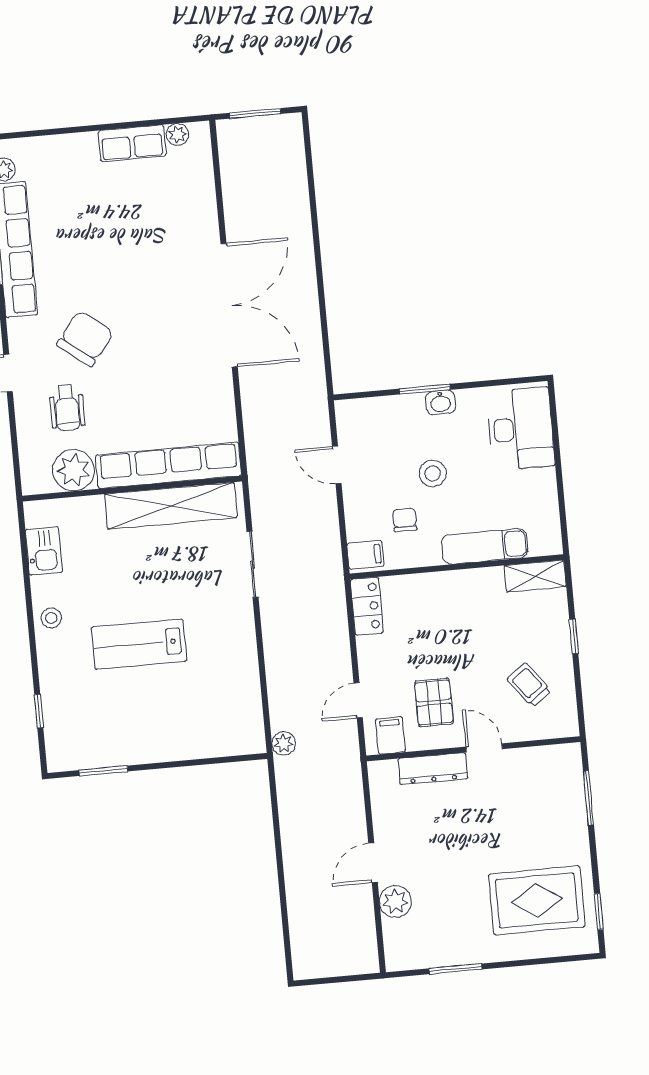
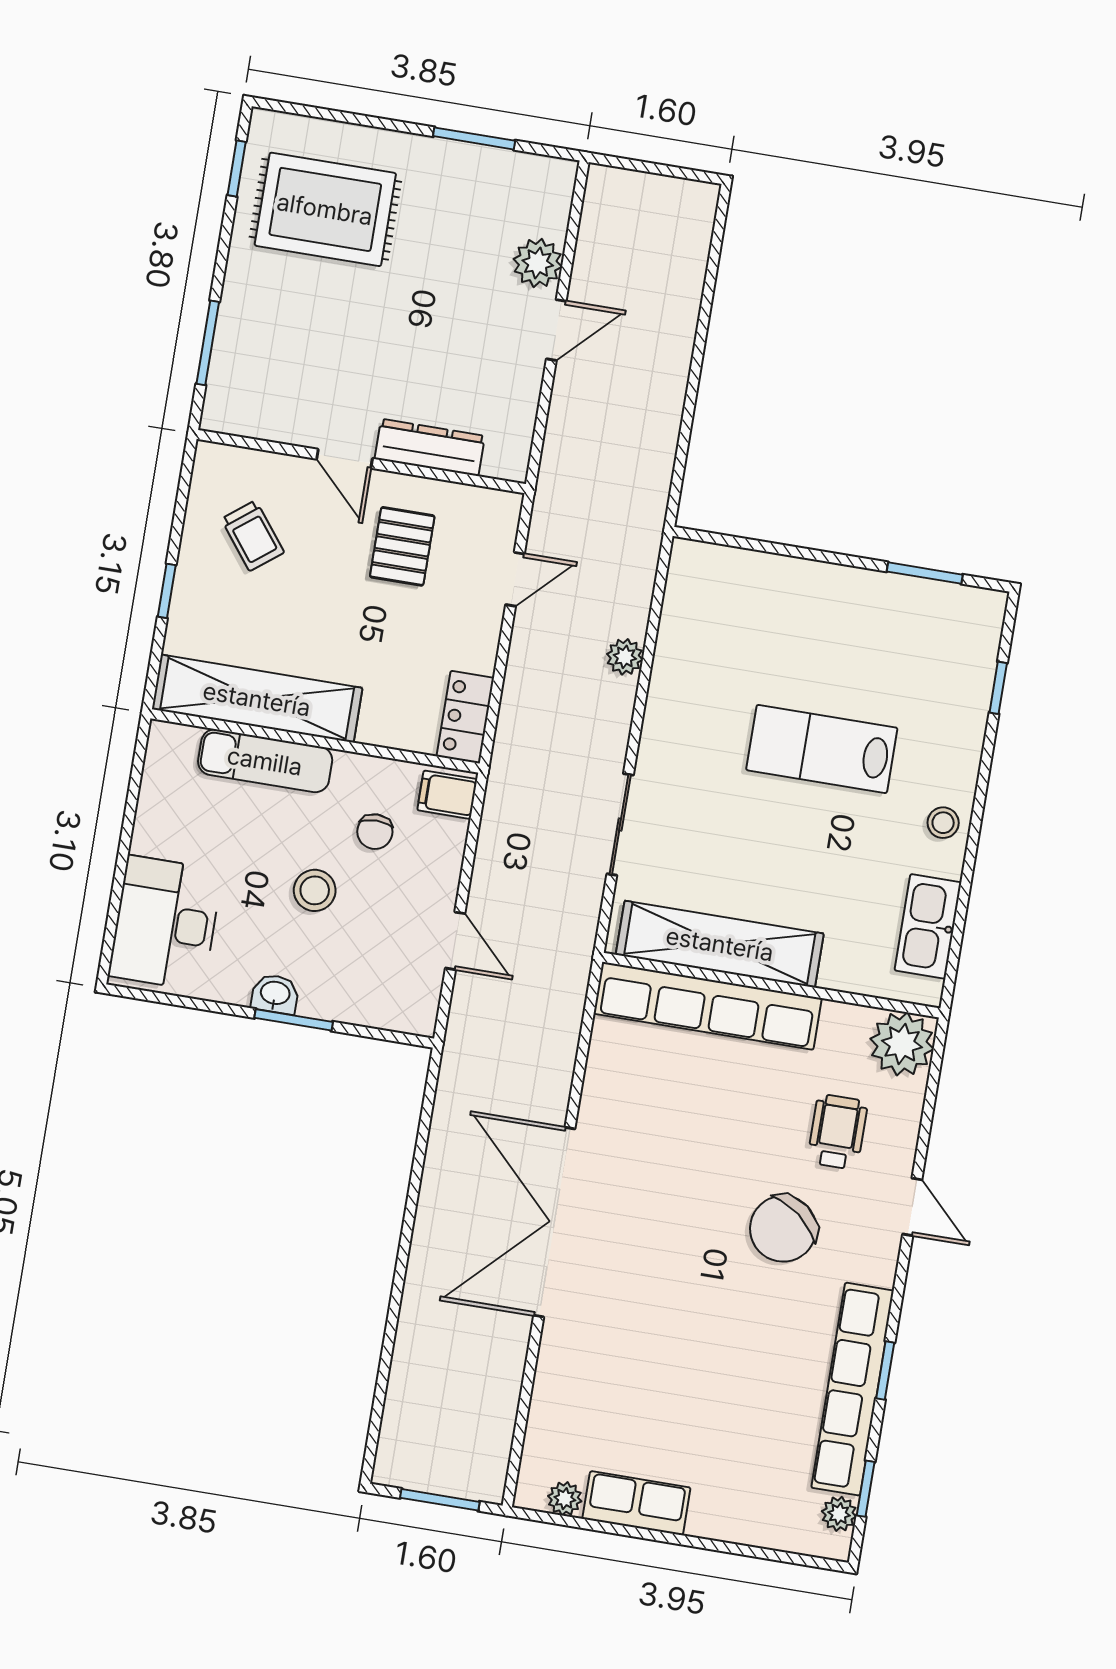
plant: (74, 470) -> (902, 1044), moved
kitchen sink: (44, 551) -> (928, 926), width x1.38
shelving: (535, 576) -> (257, 699), width x2.20, depth x1.33
lab bench: (139, 644) -> (822, 749), turned 180
filing cabinet: (390, 735) -> (480, 514), removed
plant: (284, 743) -> (625, 657), moved

